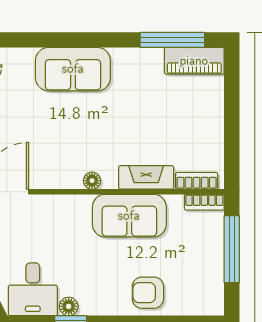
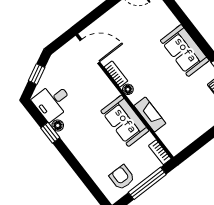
sofa: (73, 69) -> (185, 50), moved
bookcase: (197, 181) -> (116, 74), moved
armchair: (148, 293) -> (122, 177), moved

